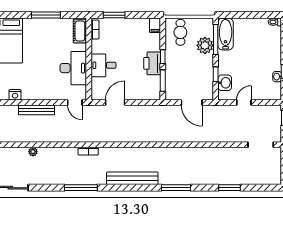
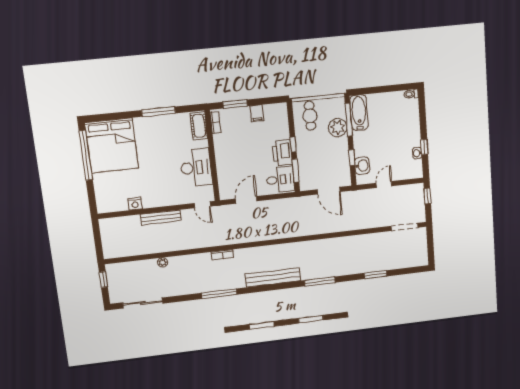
filing cabinet: (155, 25) -> (257, 113), moved
desk: (104, 65) -> (280, 180), moved, turned 180

